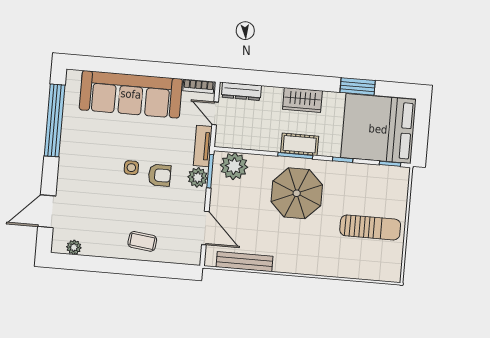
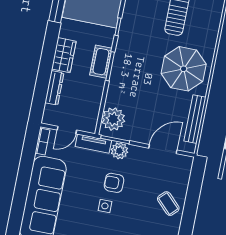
dresser: (241, 91) -> (54, 88), moved
armchair: (160, 175) -> (114, 183), turned -90
parasol: (297, 193) -> (184, 69), moved
coffee table: (142, 241) -> (168, 204), turned -52

